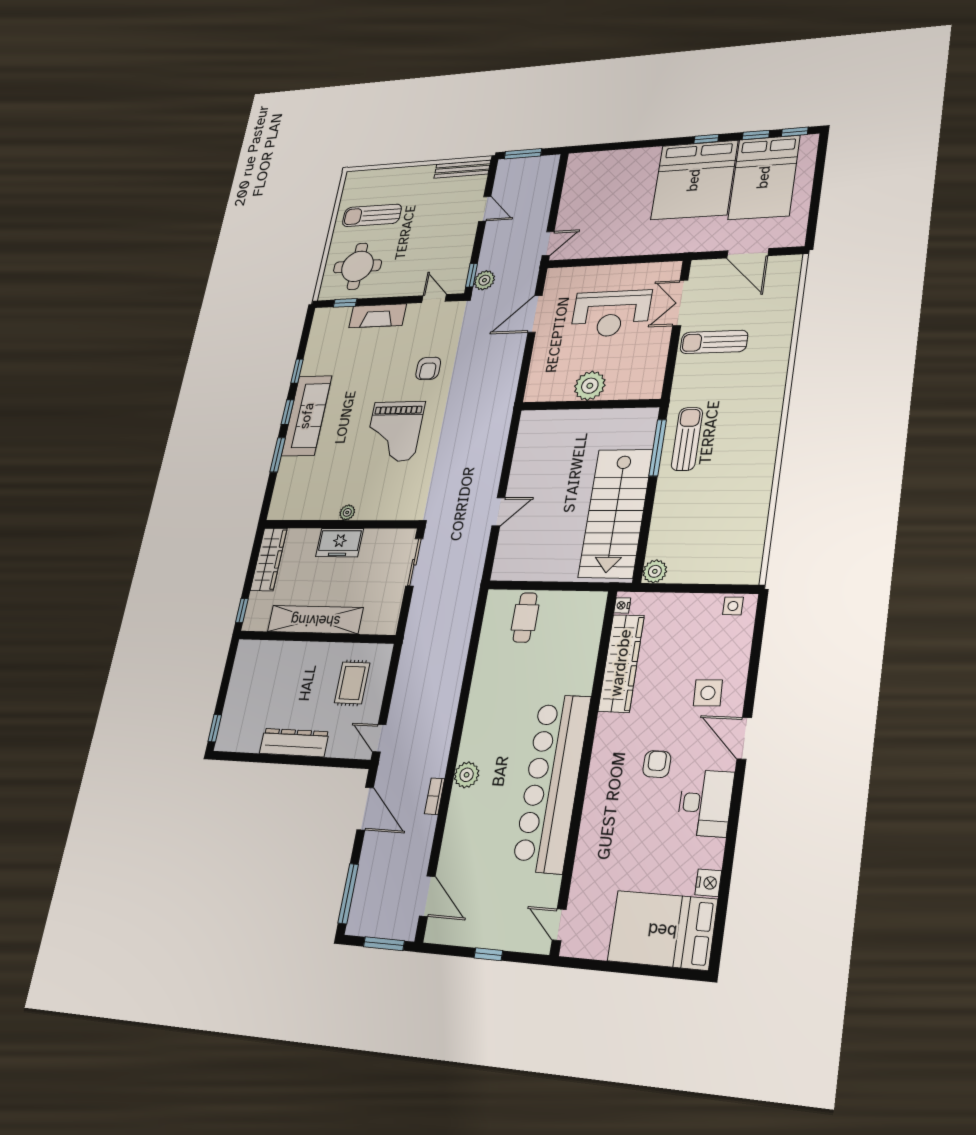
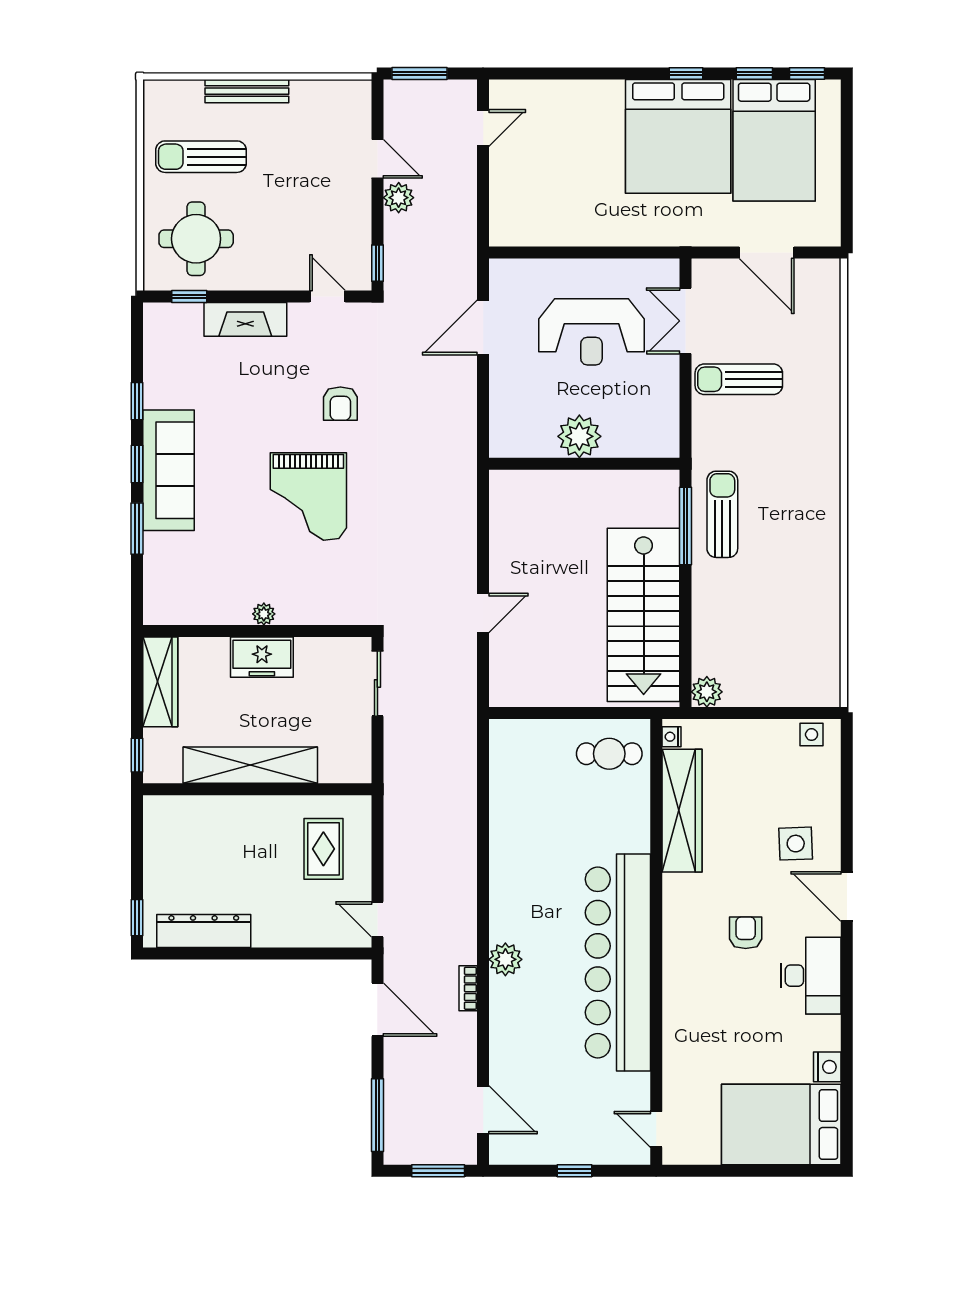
bench: (462, 169) -> (247, 91), moved
door: (548, 244) -> (483, 128), moved
plant: (484, 280) -> (399, 198), moved
cafe table: (525, 618) -> (609, 754), moved, turned 90
dresser: (294, 743) -> (204, 931), moved

